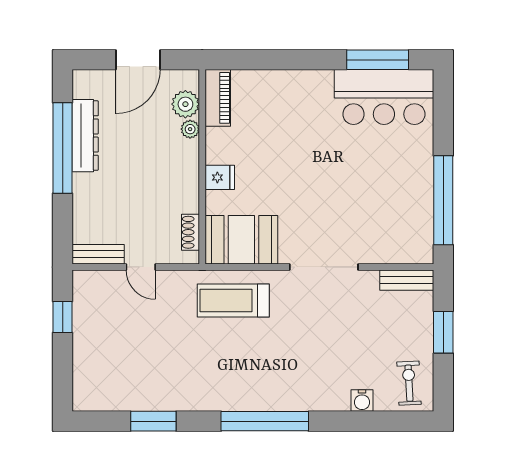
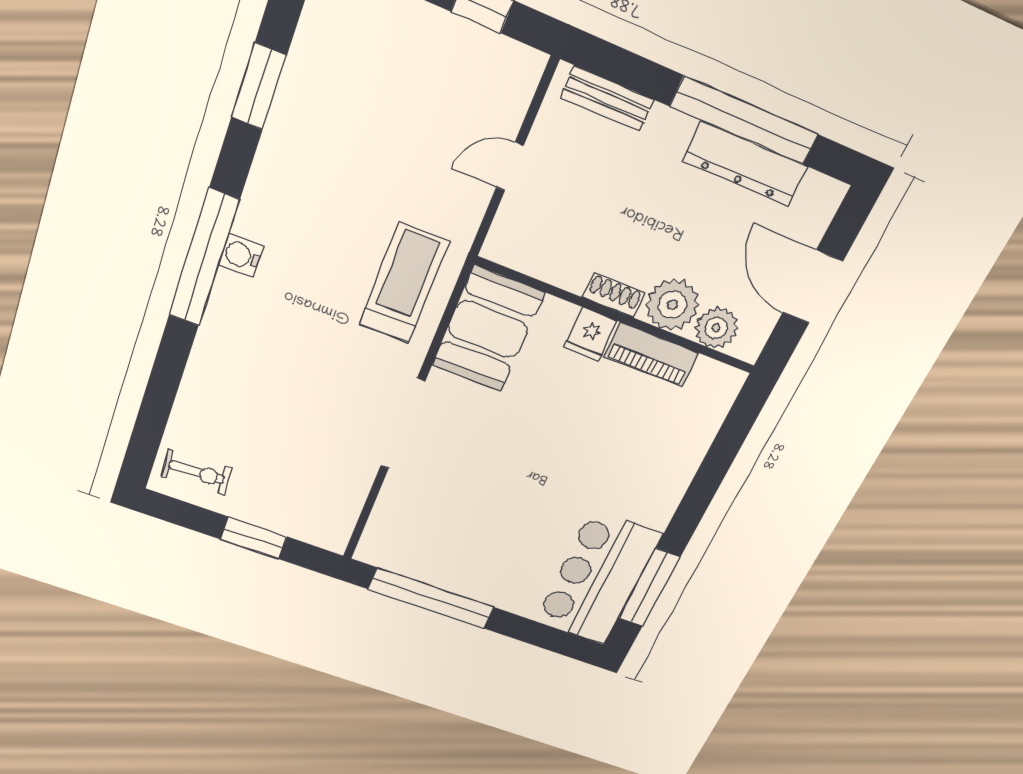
piano: (218, 98) -> (651, 355), moved
plant: (190, 129) -> (672, 305), width x1.87, depth x1.87
shoe rack: (191, 232) -> (614, 295), moved
bench: (98, 254) -> (607, 99), moved, turned 90
bench: (407, 280) -> (342, 519), removed
water cooler: (362, 401) -> (241, 255), moved

